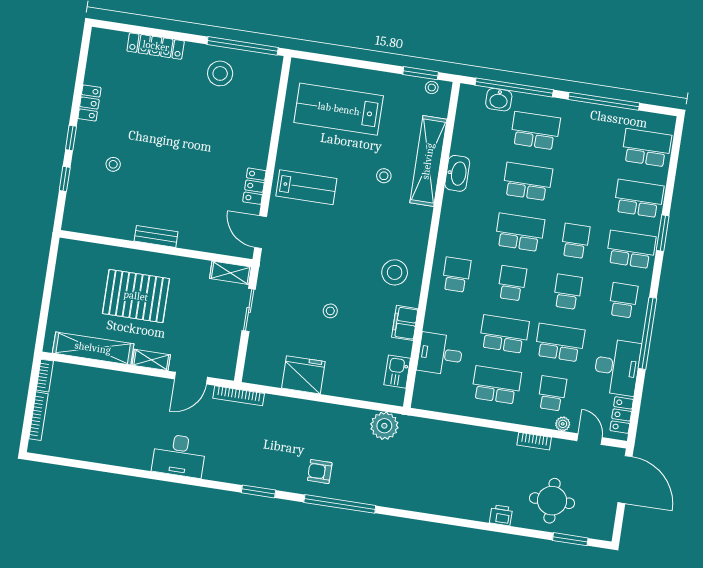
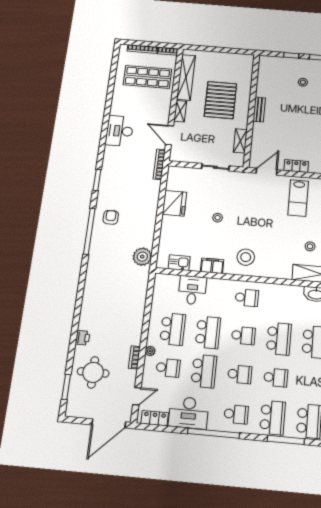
window: (663, 233) -> (286, 440), width x1.44
shelving: (230, 273) -> (240, 141), moved
shop shelf: (89, 409) -> (147, 77), added
plant: (563, 424) -> (150, 351), moved

